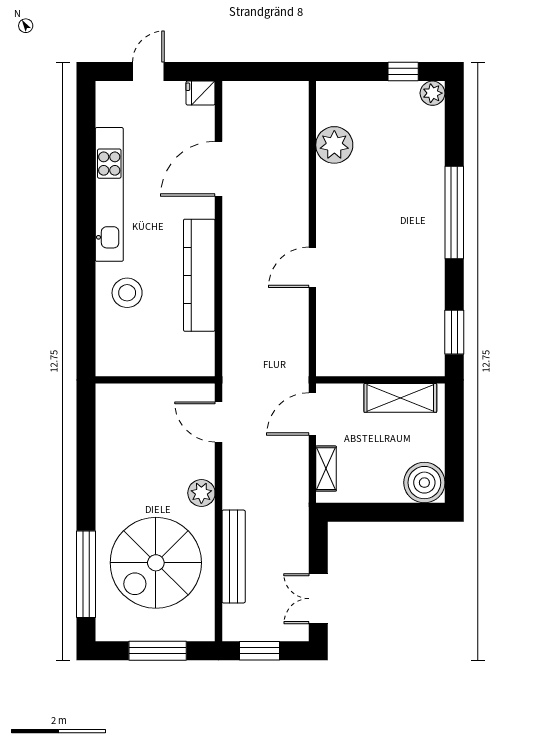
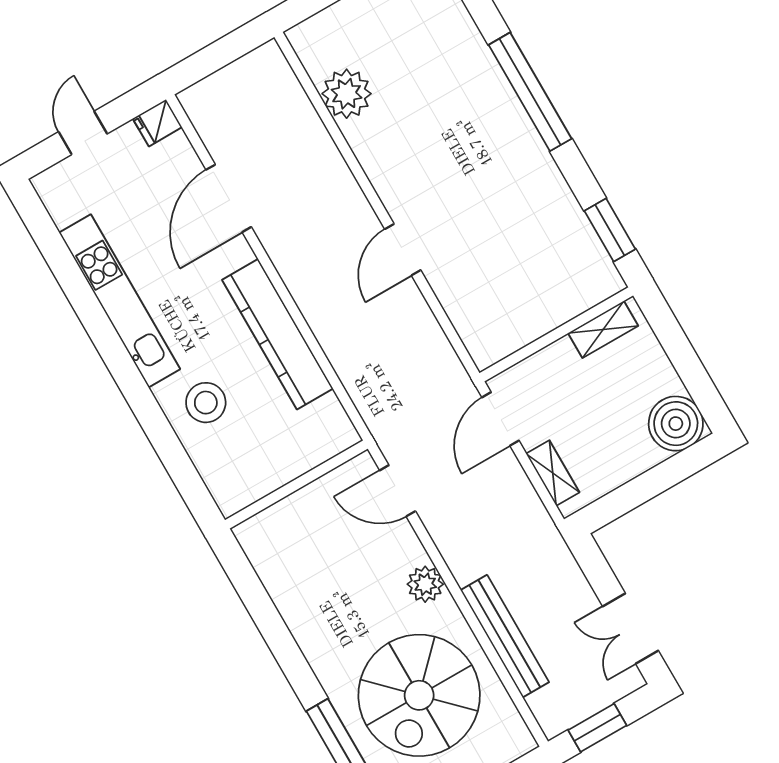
shelving: (400, 398) -> (603, 330), width x0.67, depth x0.75

